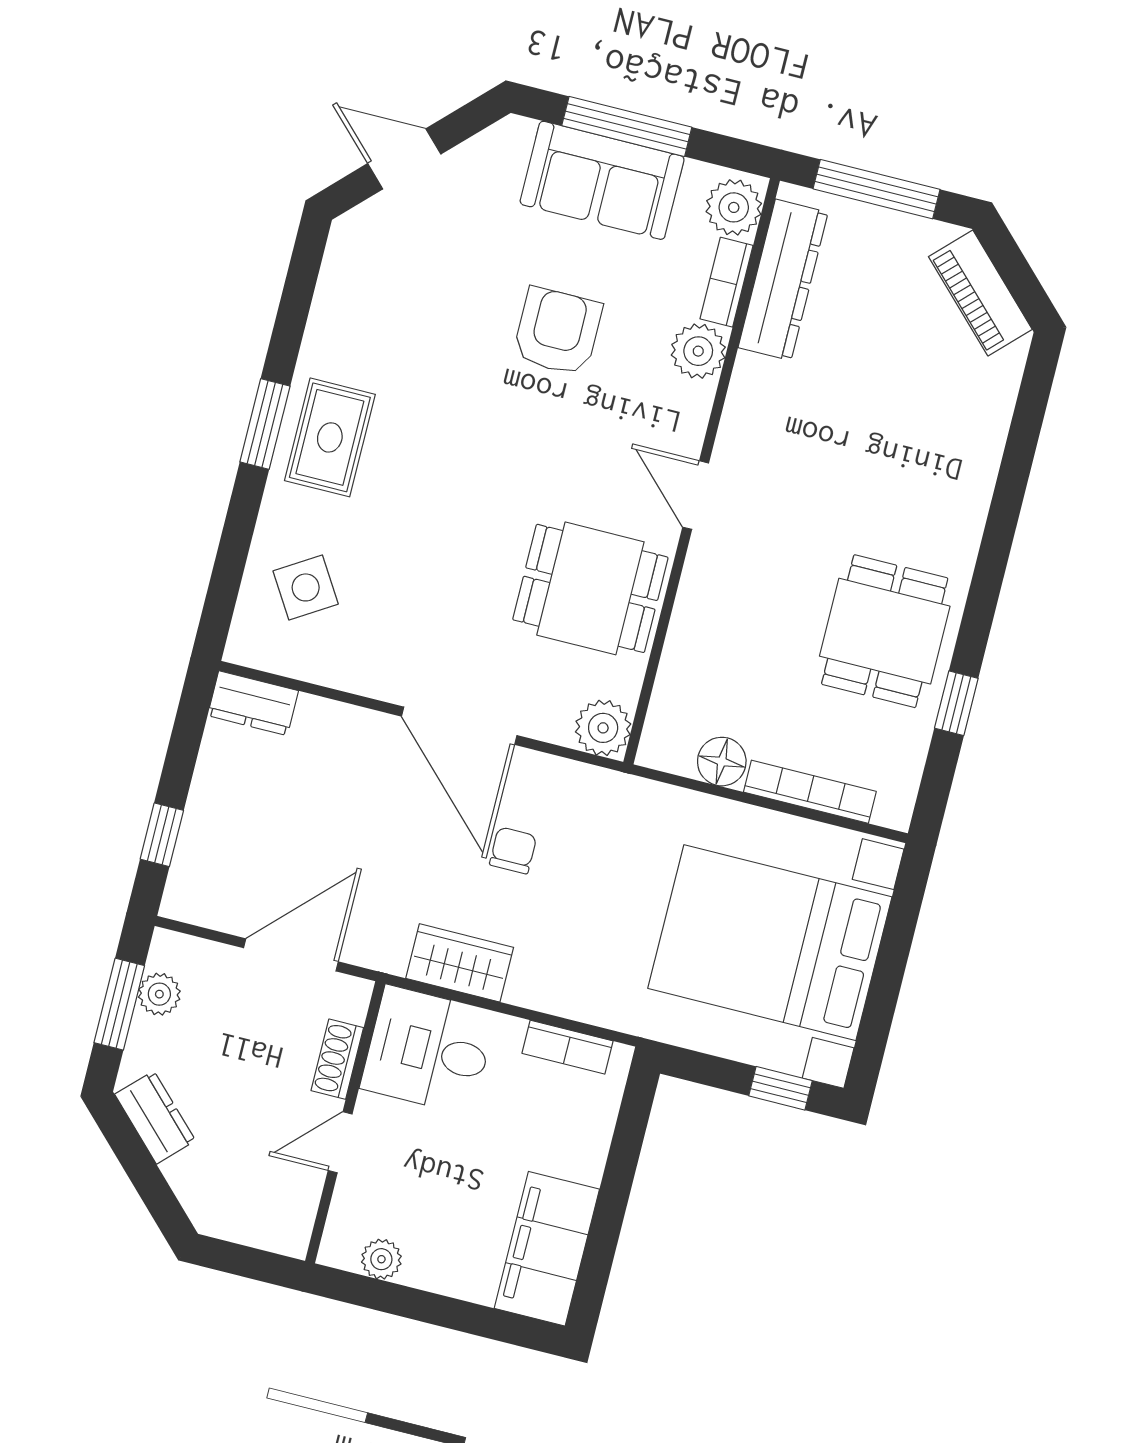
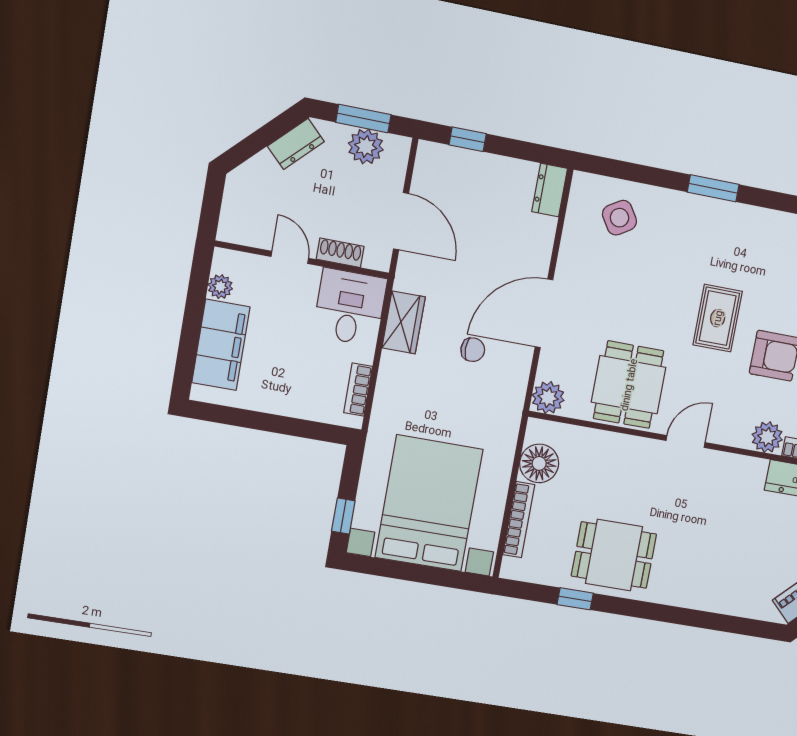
rug: (330, 437) -> (718, 318), moved, turned 90
floor lamp: (722, 762) -> (539, 463), width x1.38, depth x1.38
plant: (159, 994) -> (366, 147), width x1.38, depth x1.38
filing cabinet: (547, 1249) -> (221, 345), moved, turned 90

